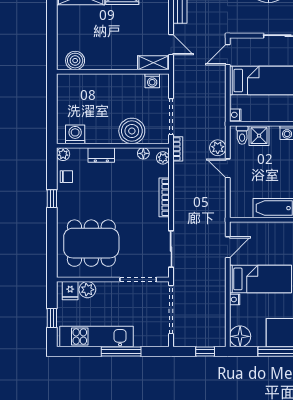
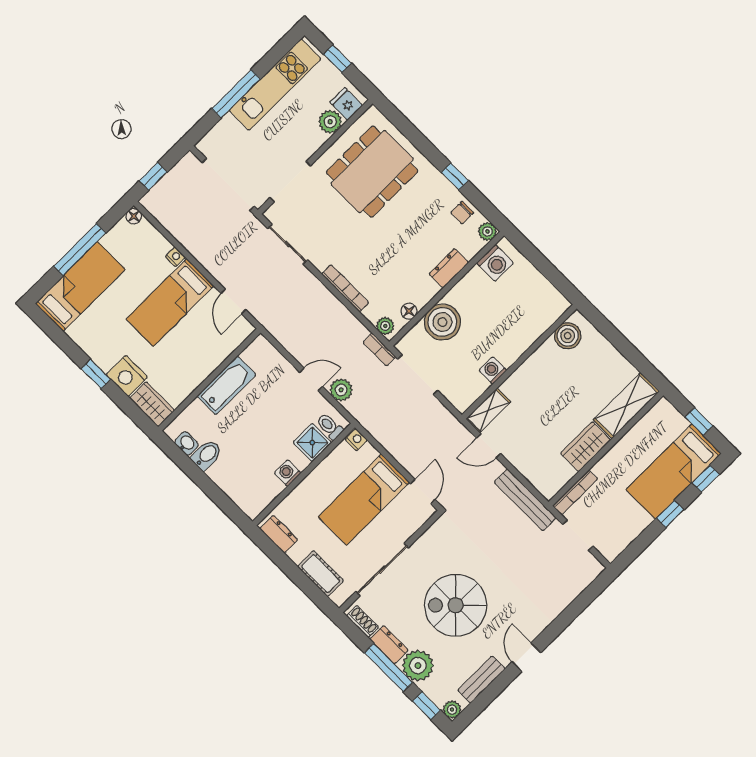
washing machine: (152, 81) -> (493, 370), moved
floor lamp: (240, 336) -> (134, 216), width x0.53, depth x0.53

